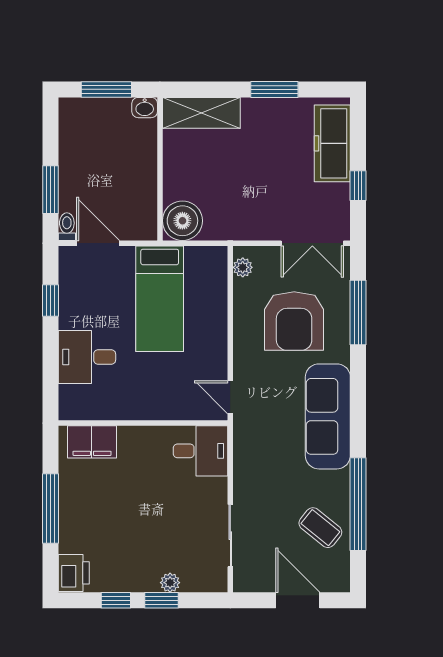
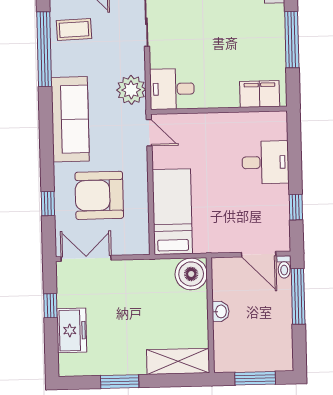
washbasin: (145, 108) -> (221, 311), moved, turned 90
freezer: (332, 143) -> (72, 330), width x0.71
window: (50, 190) -> (298, 296), width x1.44
plant: (243, 267) -> (131, 90), moved, width x1.87, depth x1.87
bed: (160, 299) -> (172, 212), moved
window: (358, 312) -> (48, 204), width x0.46
armchair: (294, 321) -> (99, 195), turned -90
coffee table: (320, 528) -> (74, 29), turned -41

